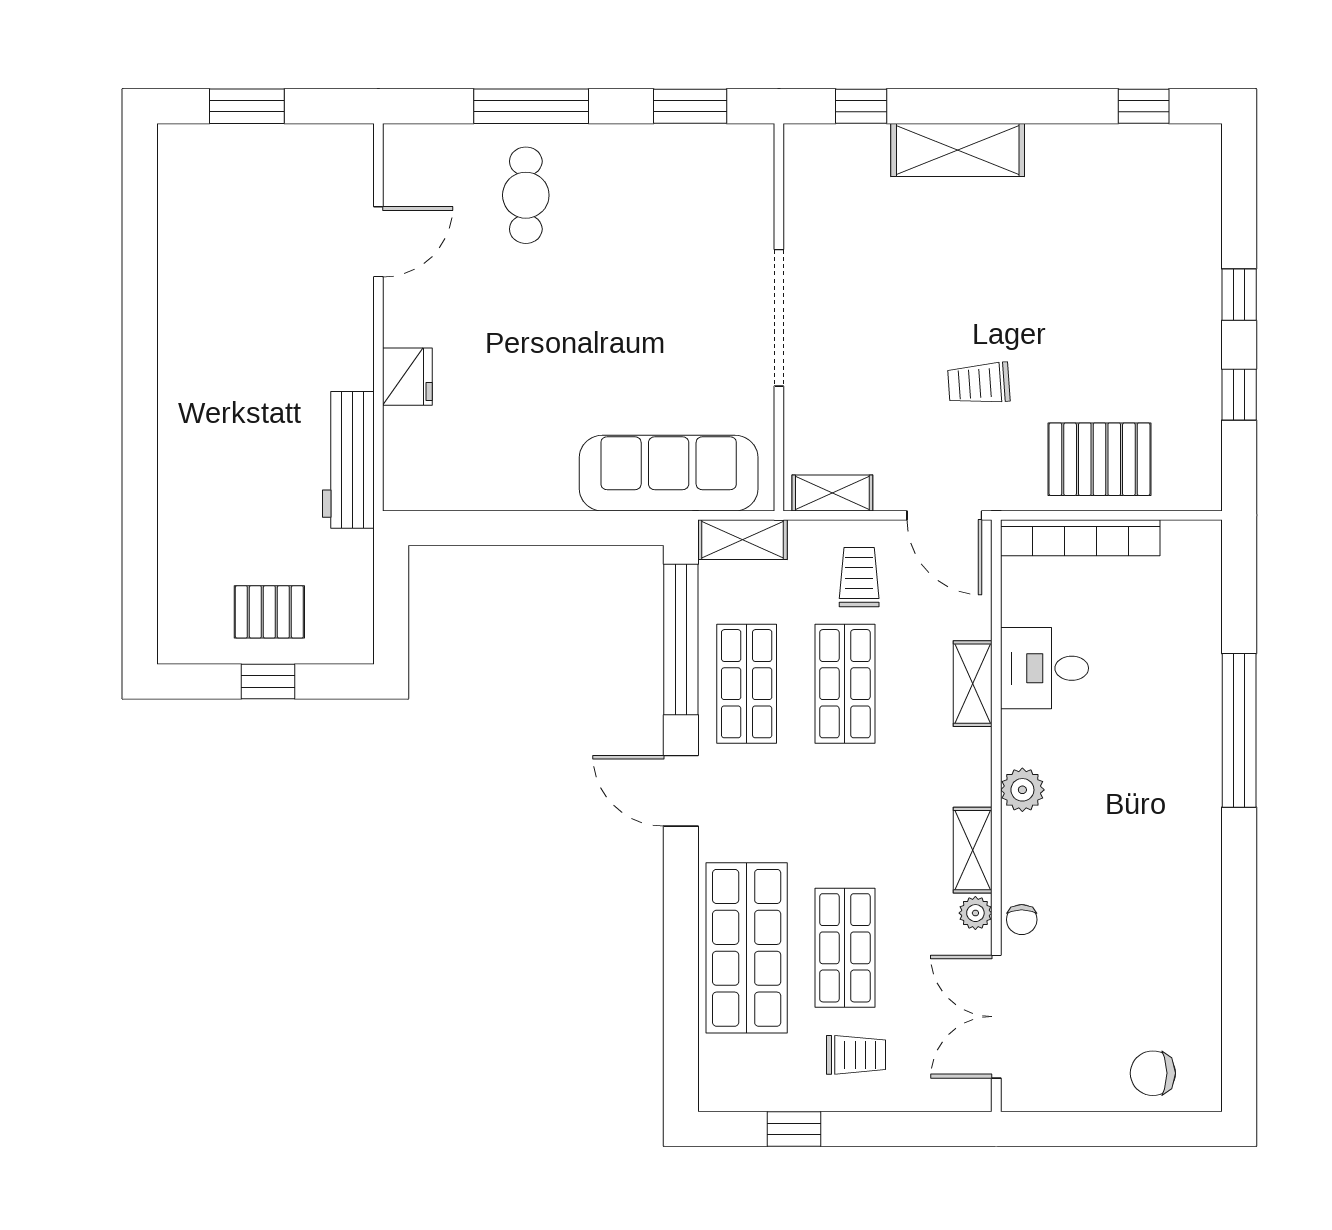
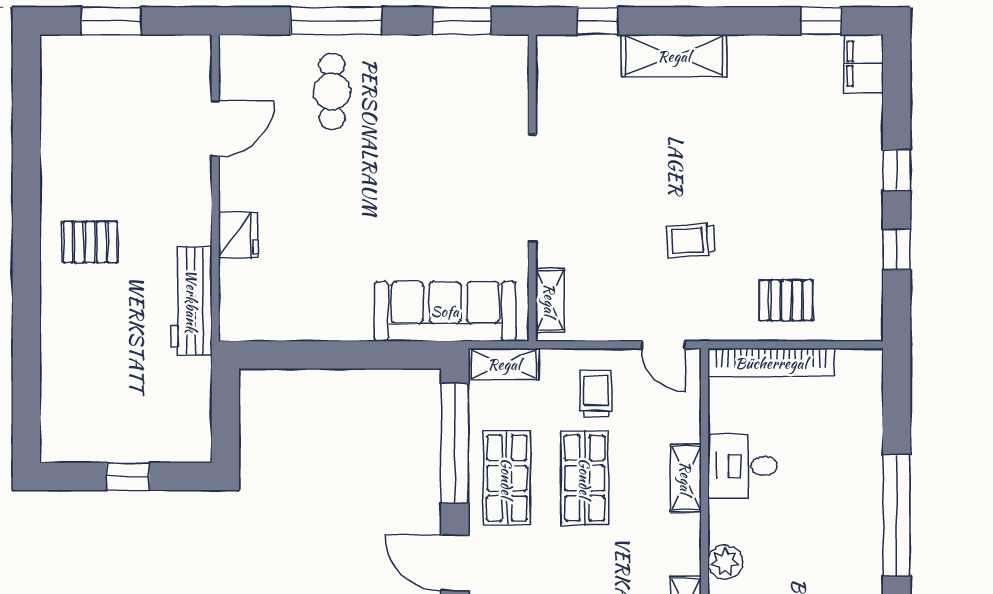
filing cabinet: (1197, 160) -> (864, 64), added
pallet: (1099, 459) -> (786, 300), width x0.67, depth x0.71
shelving: (832, 493) -> (550, 300), moved, turned 90
door: (944, 515) -> (663, 345), width x0.73
pallet: (269, 612) -> (90, 242), moved

